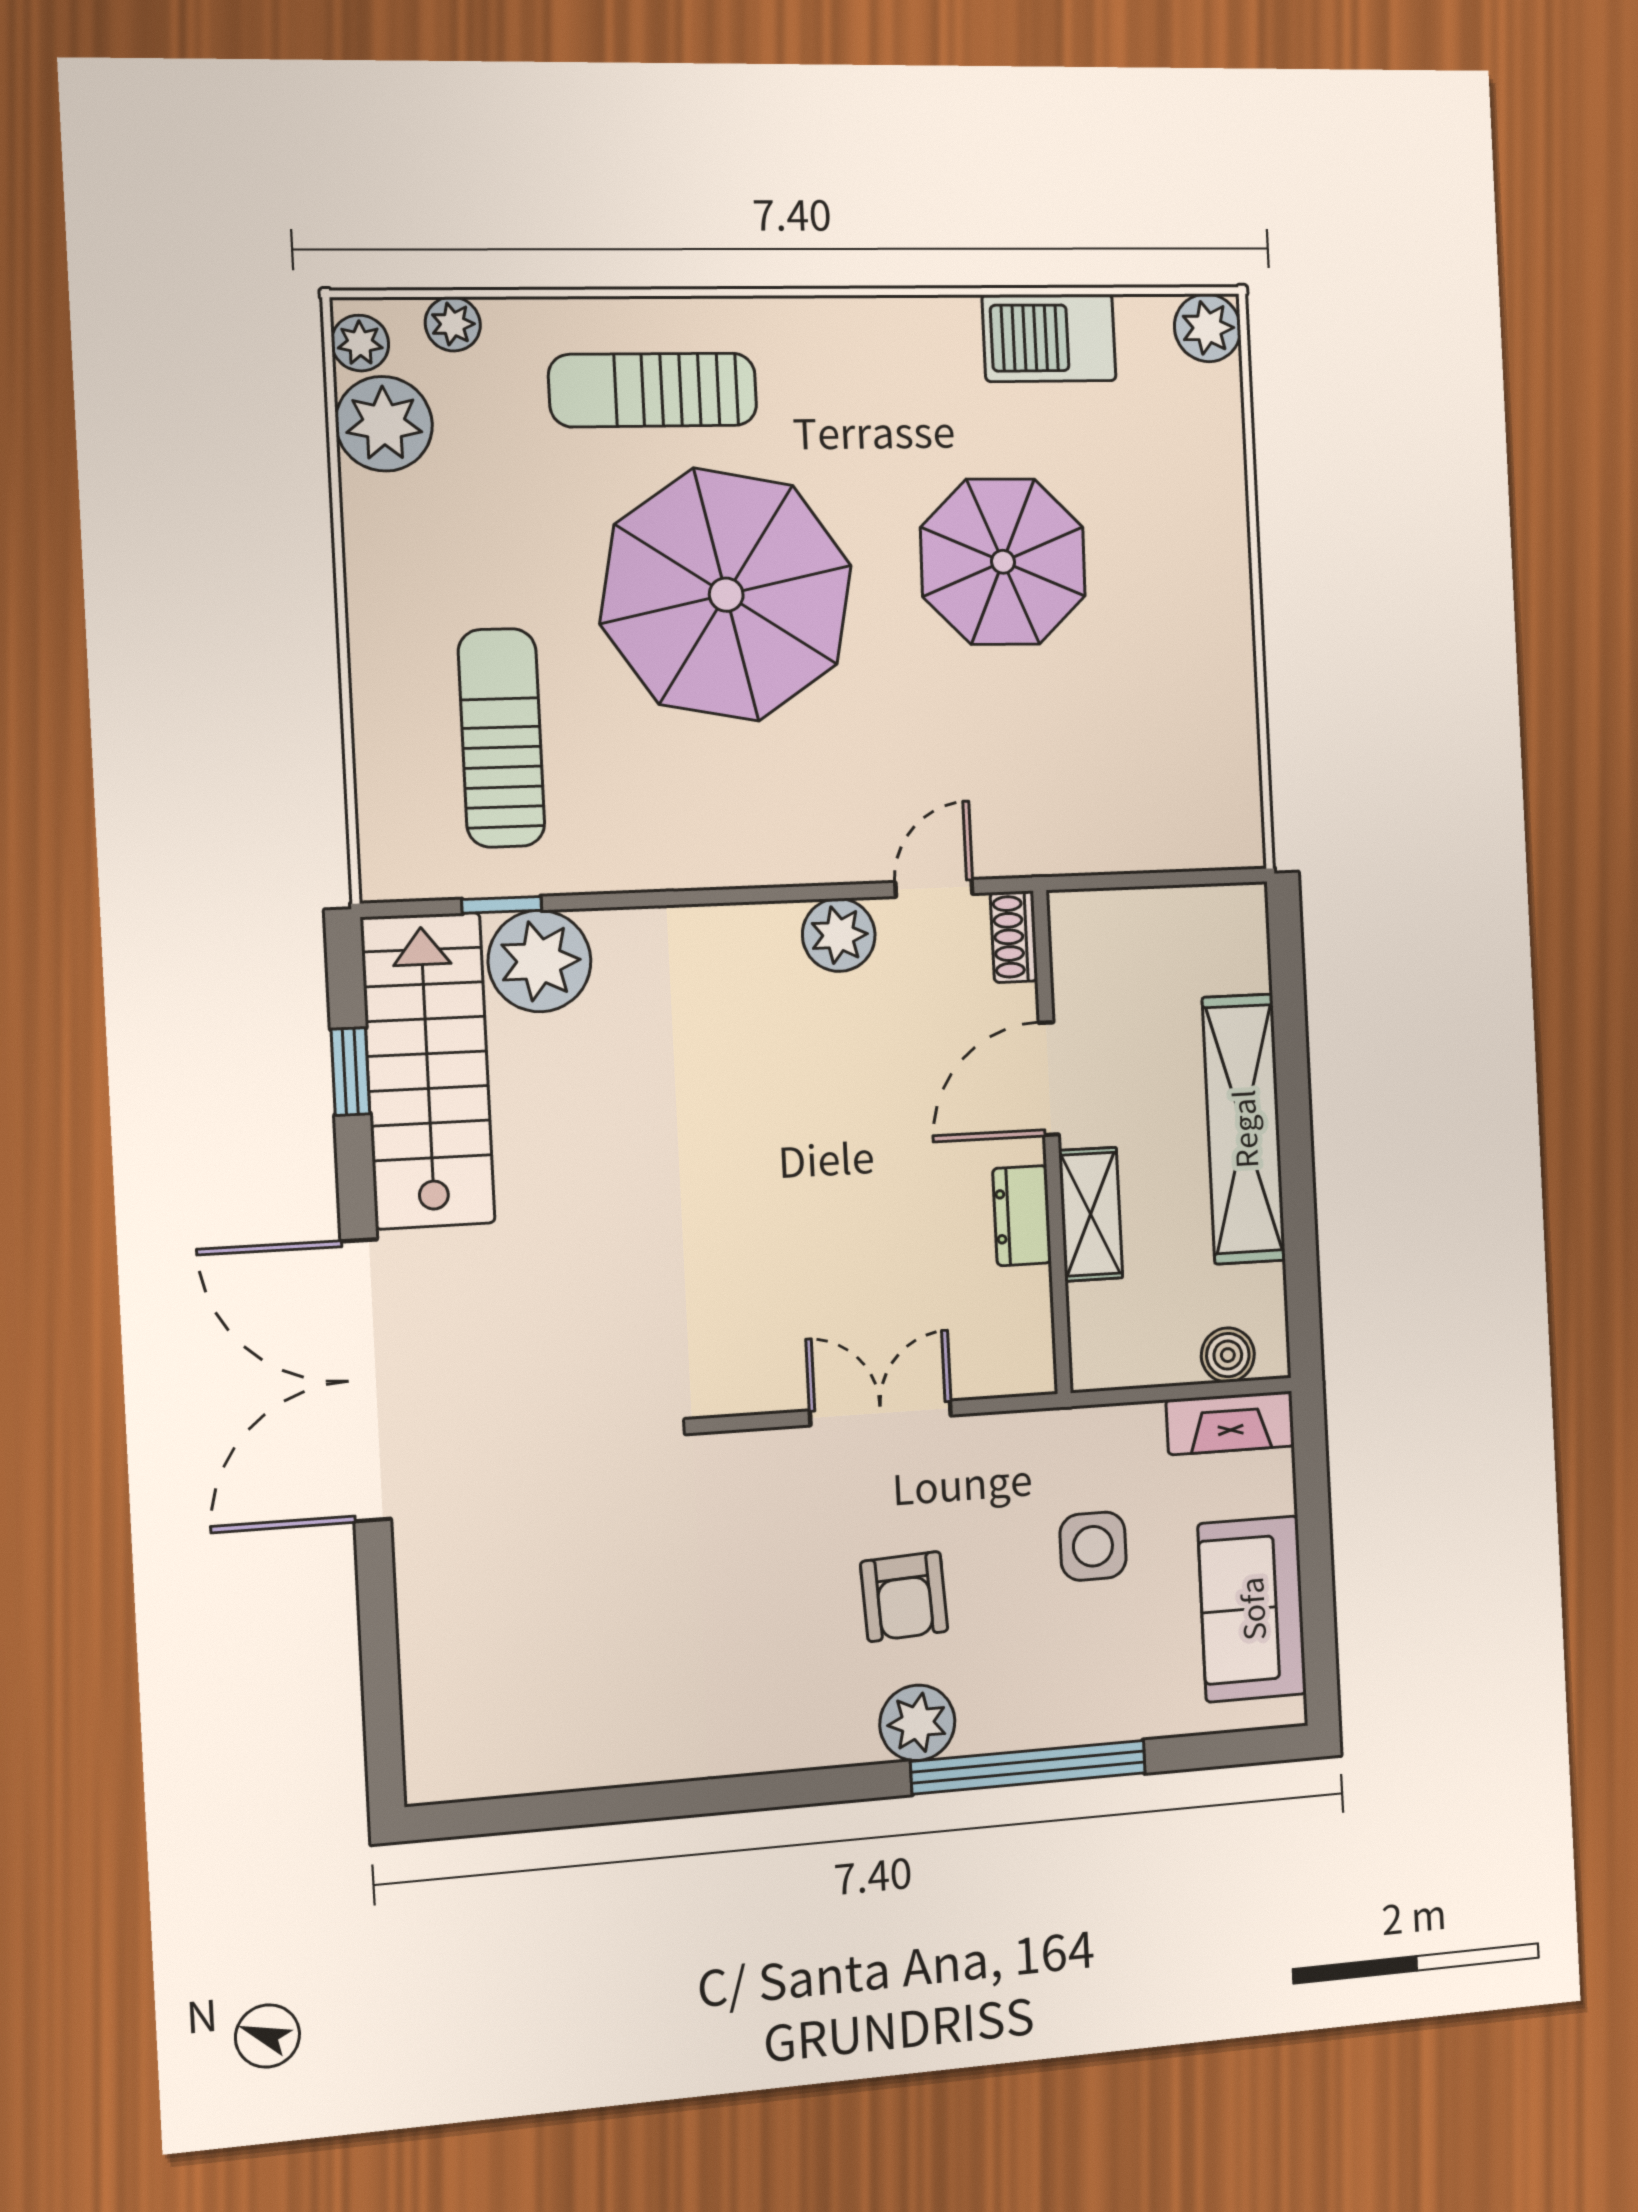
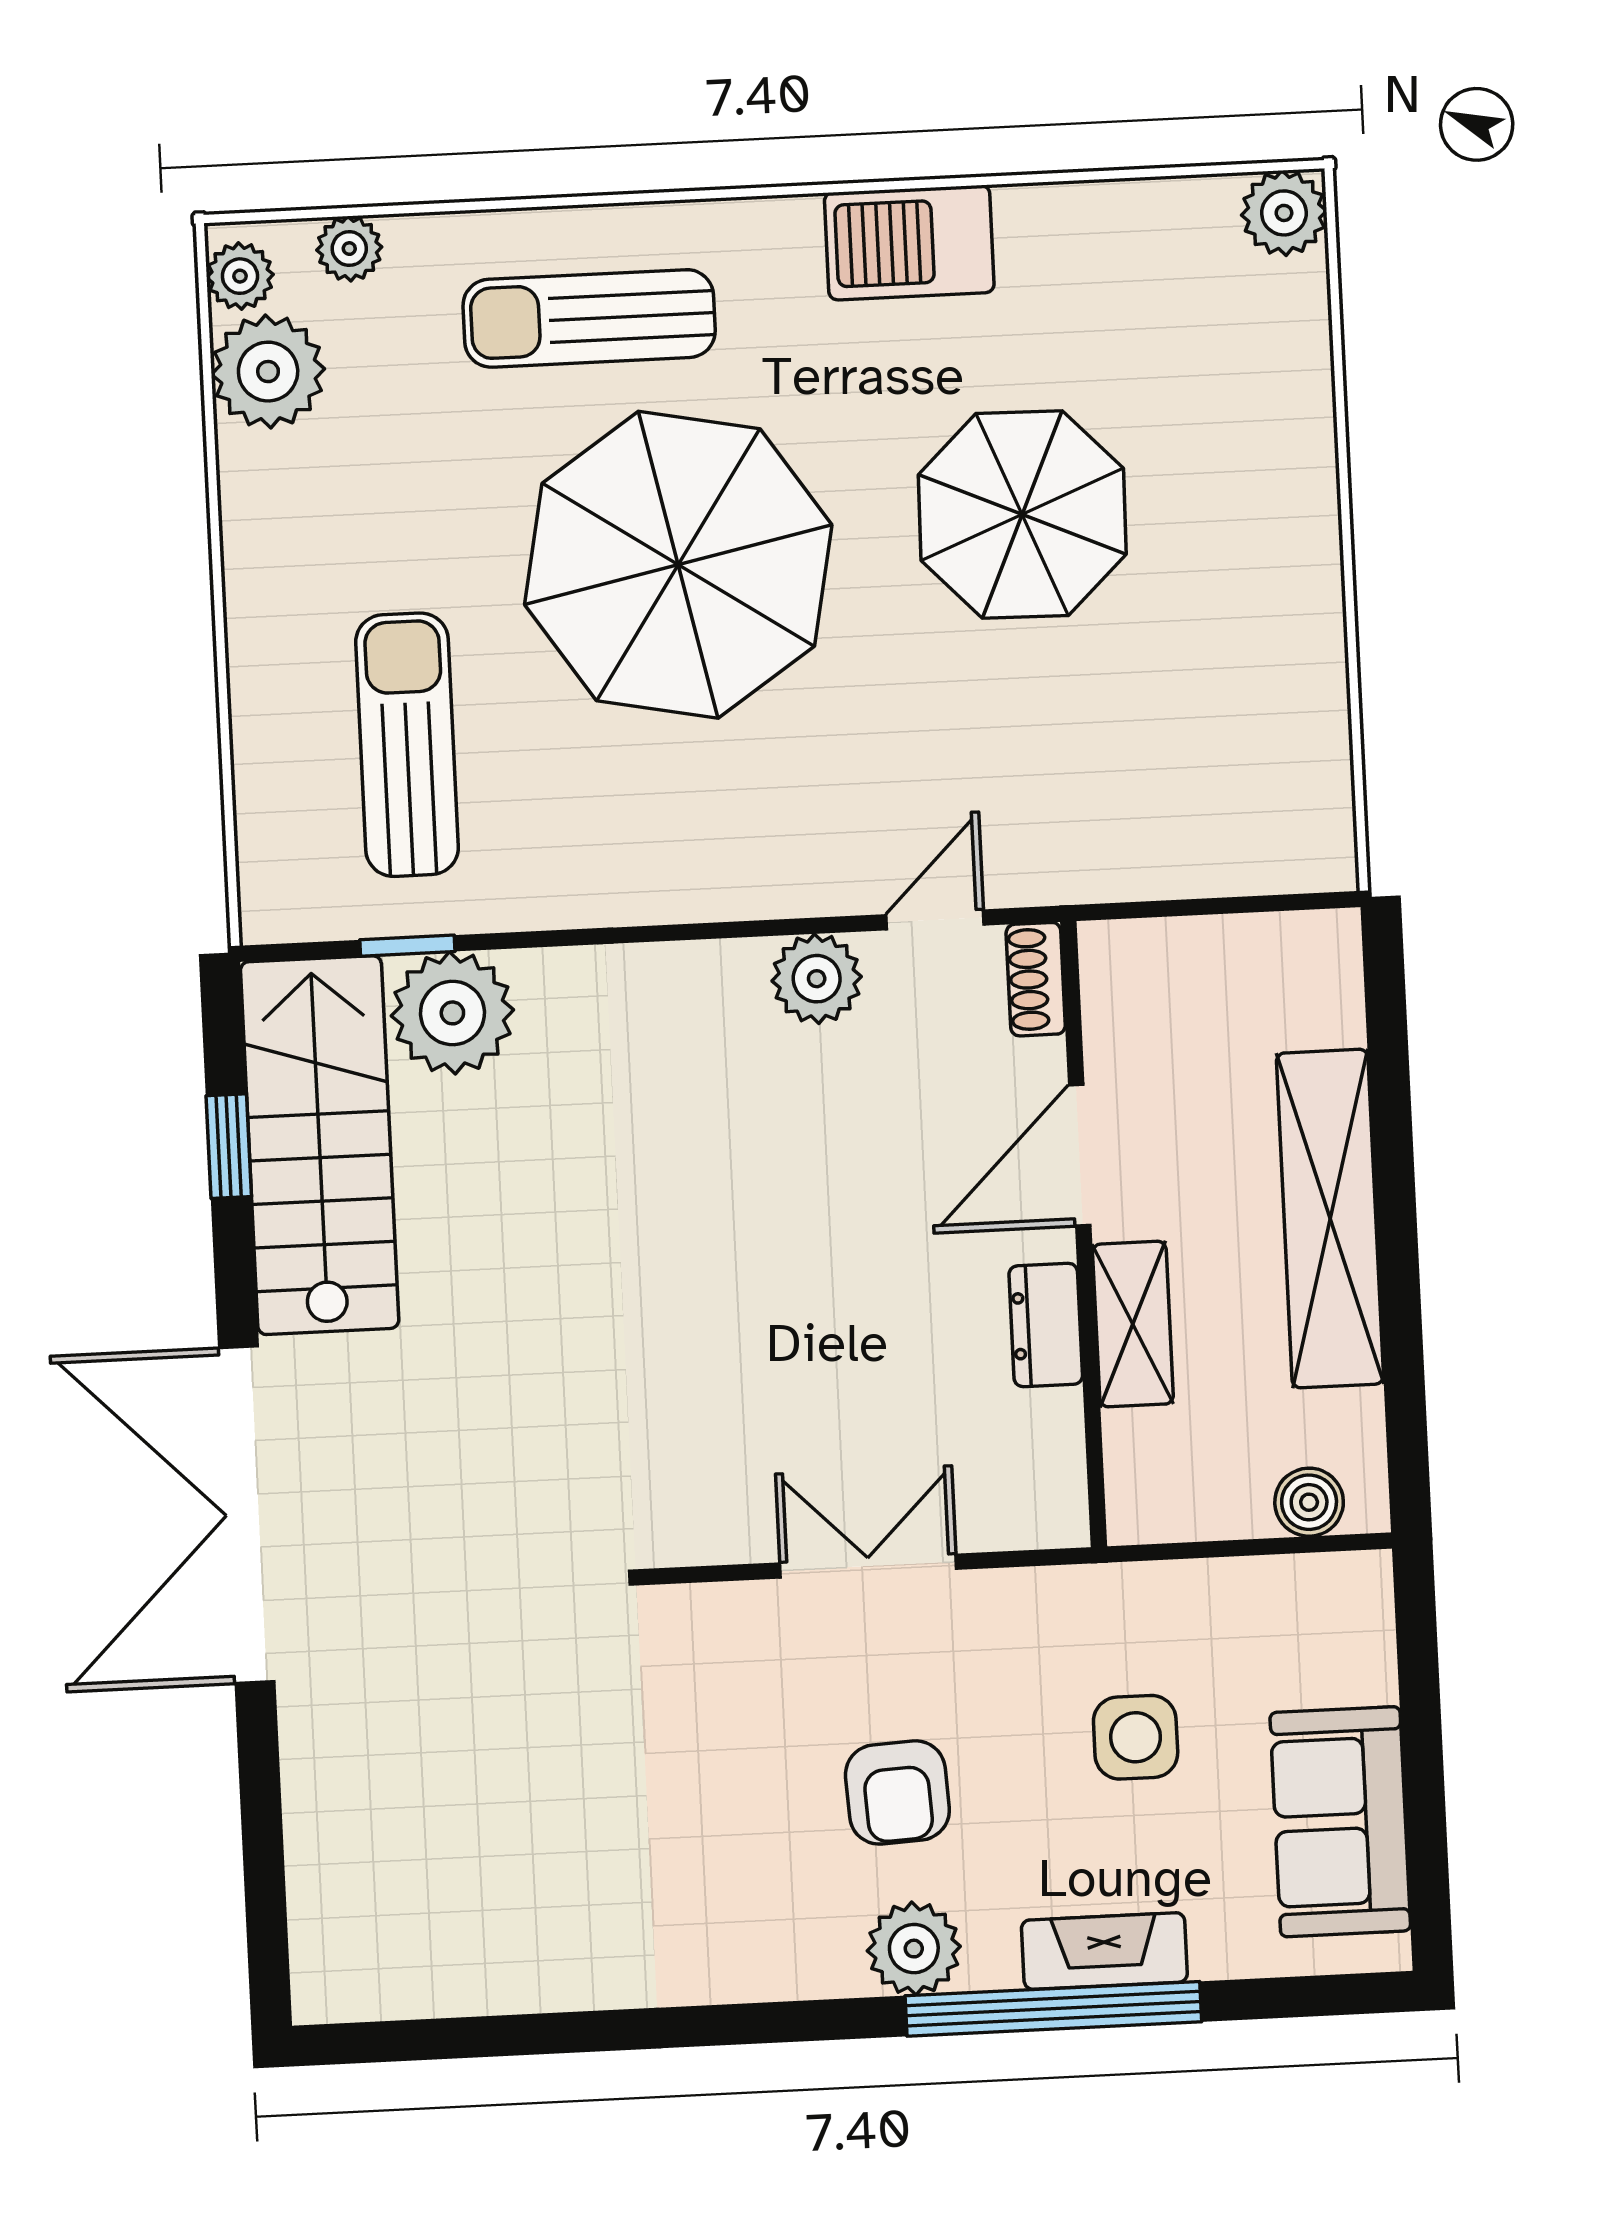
barbecue: (1049, 338) -> (909, 243), moved
fireplace: (1230, 1423) -> (1104, 1951), moved, turned 180

